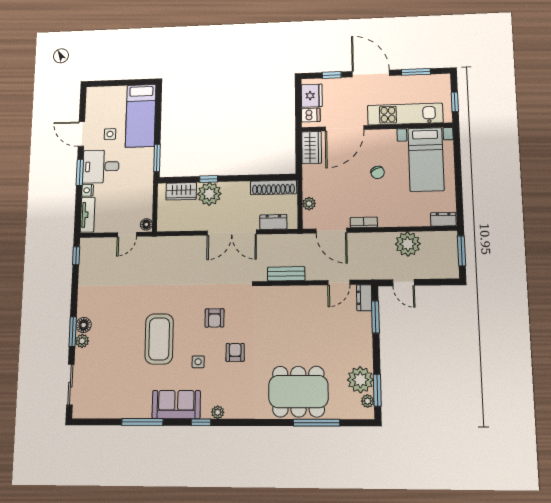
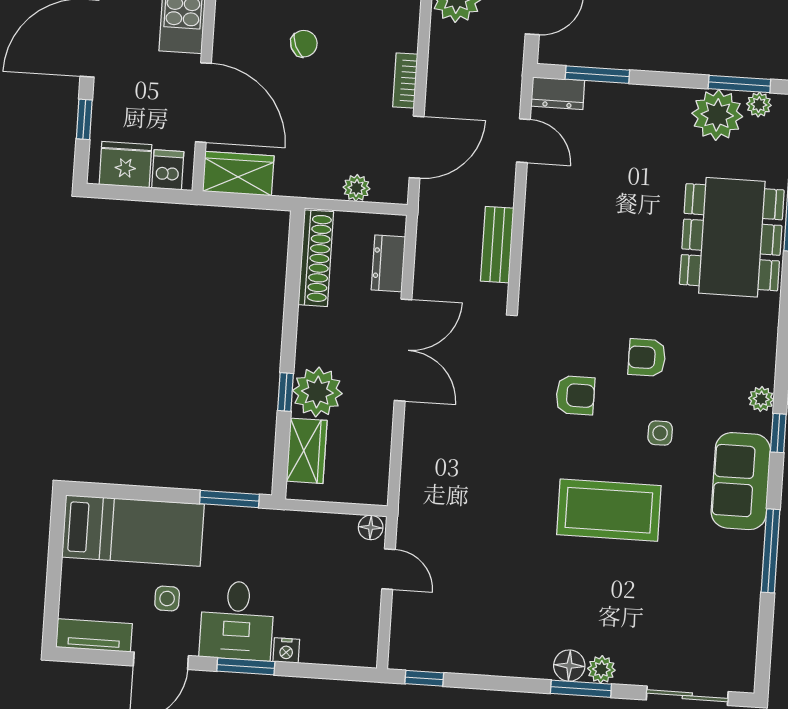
tv unit: (88, 215) -> (94, 635), moved

